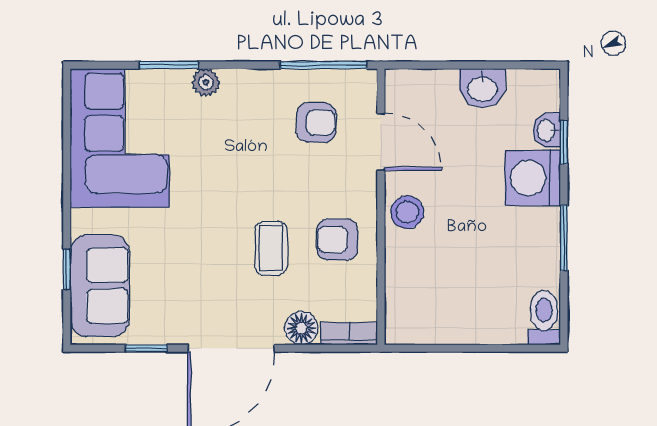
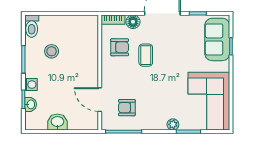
washing machine: (533, 178) -> (31, 85), width x0.53, depth x0.53
stool: (407, 212) -> (52, 51), moved
armchair: (337, 240) -> (120, 47), moved

